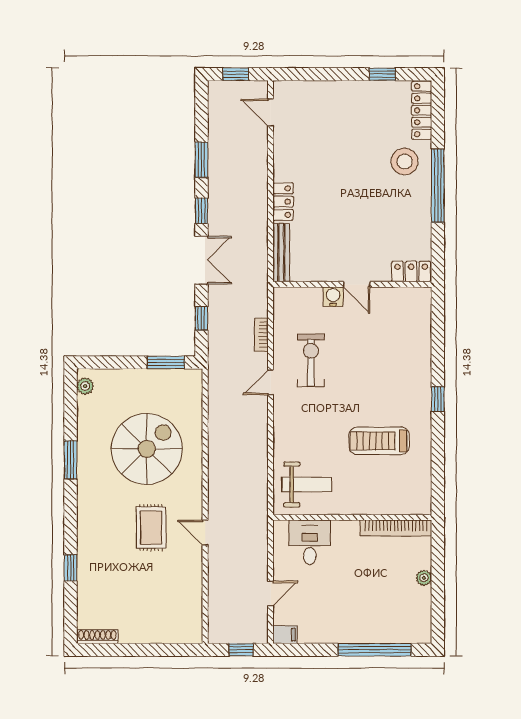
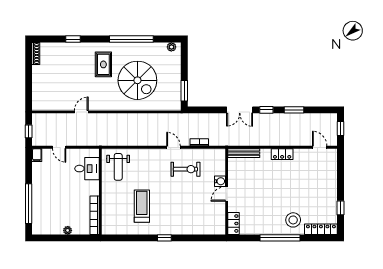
door: (271, 113) -> (320, 147), hinge flipped
locker: (283, 202) -> (282, 154), moved
window: (201, 318) -> (208, 110), removed
window: (71, 460) -> (131, 39), width x2.11
rug: (151, 528) -> (103, 64), moved, turned 90
door: (205, 533) -> (81, 112), moved

